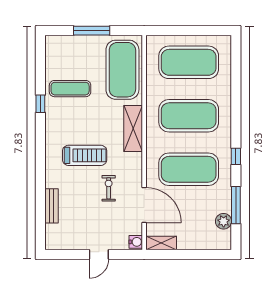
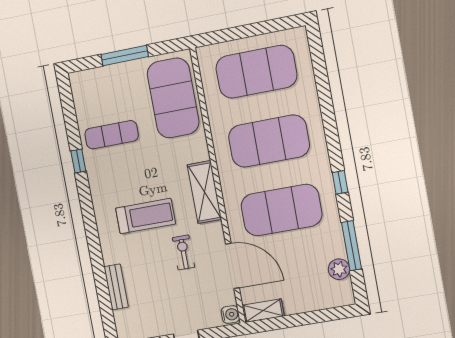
shelving: (133, 128) -> (204, 192), moved

